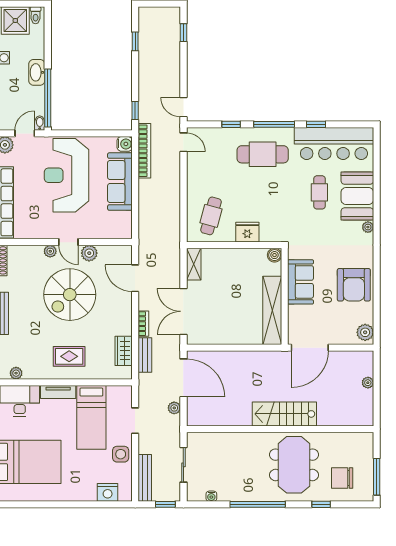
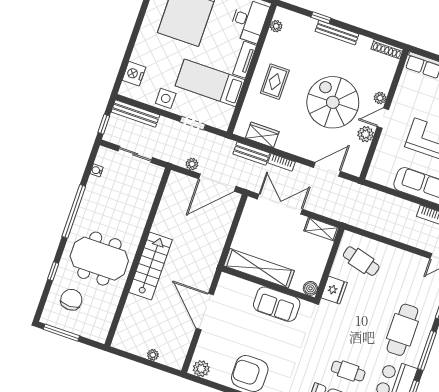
boiler: (275, 255) -> (310, 288), moved
sofa: (300, 282) -> (277, 304), moved
wall: (285, 296) -> (268, 284), moved
shelving: (272, 310) -> (259, 268), moved

